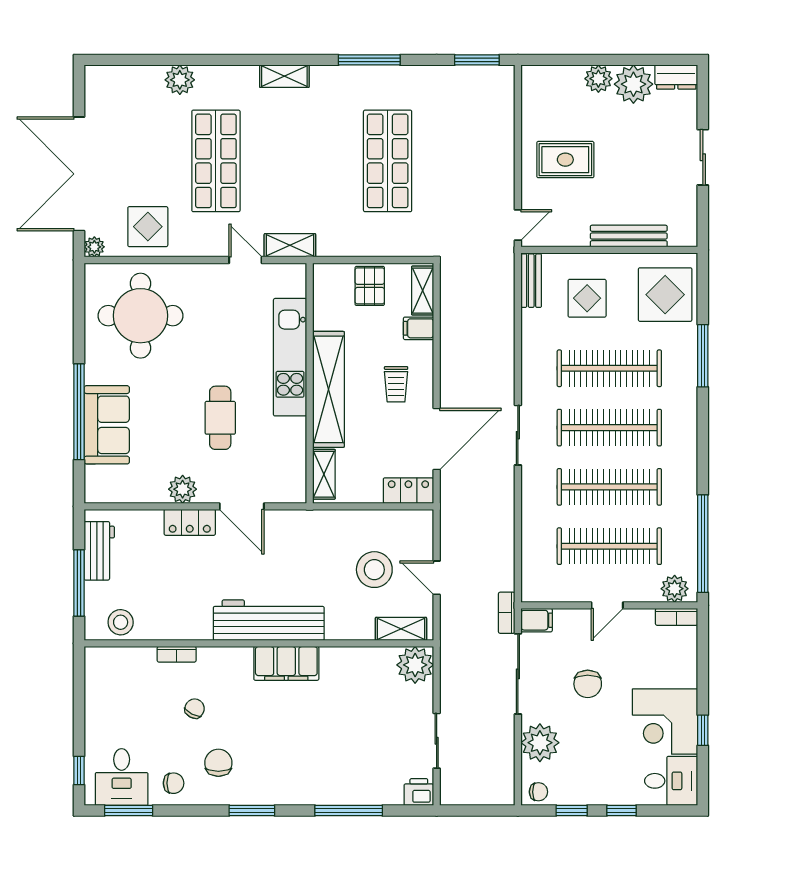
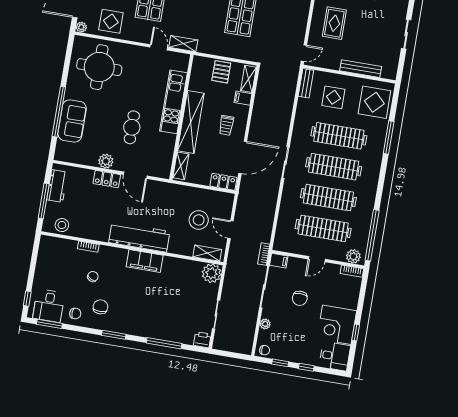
rug: (565, 160) -> (334, 23), turned 90
plant: (540, 743) -> (265, 324), width x0.53, depth x0.53

